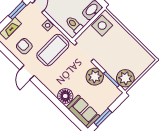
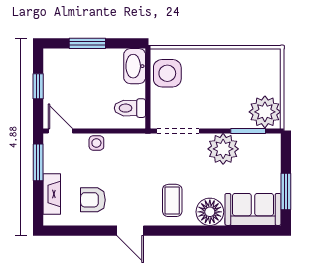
coffee table: (53, 50) -> (172, 200), moved, width x0.54, depth x0.58

